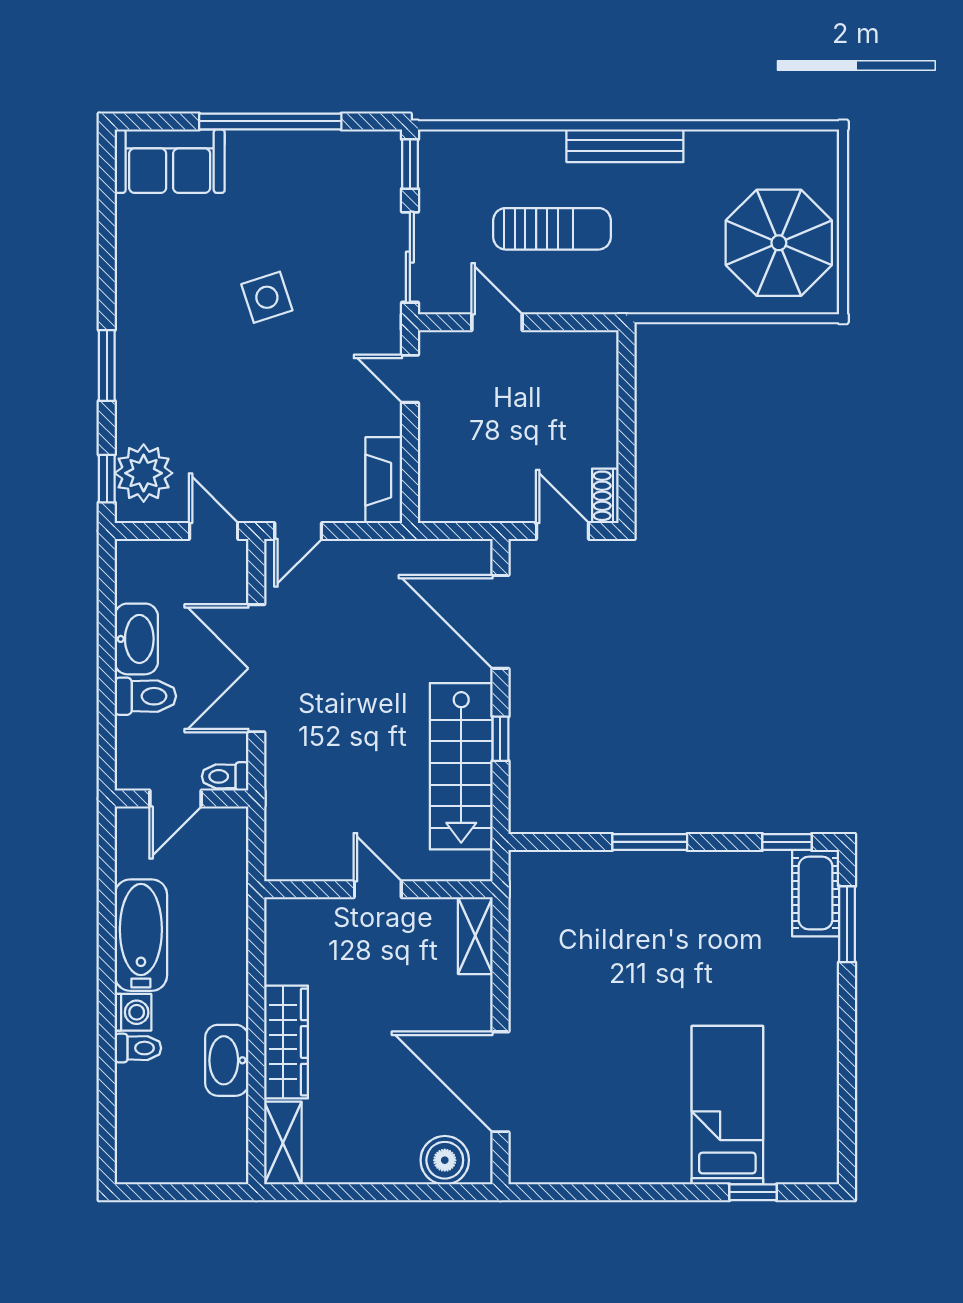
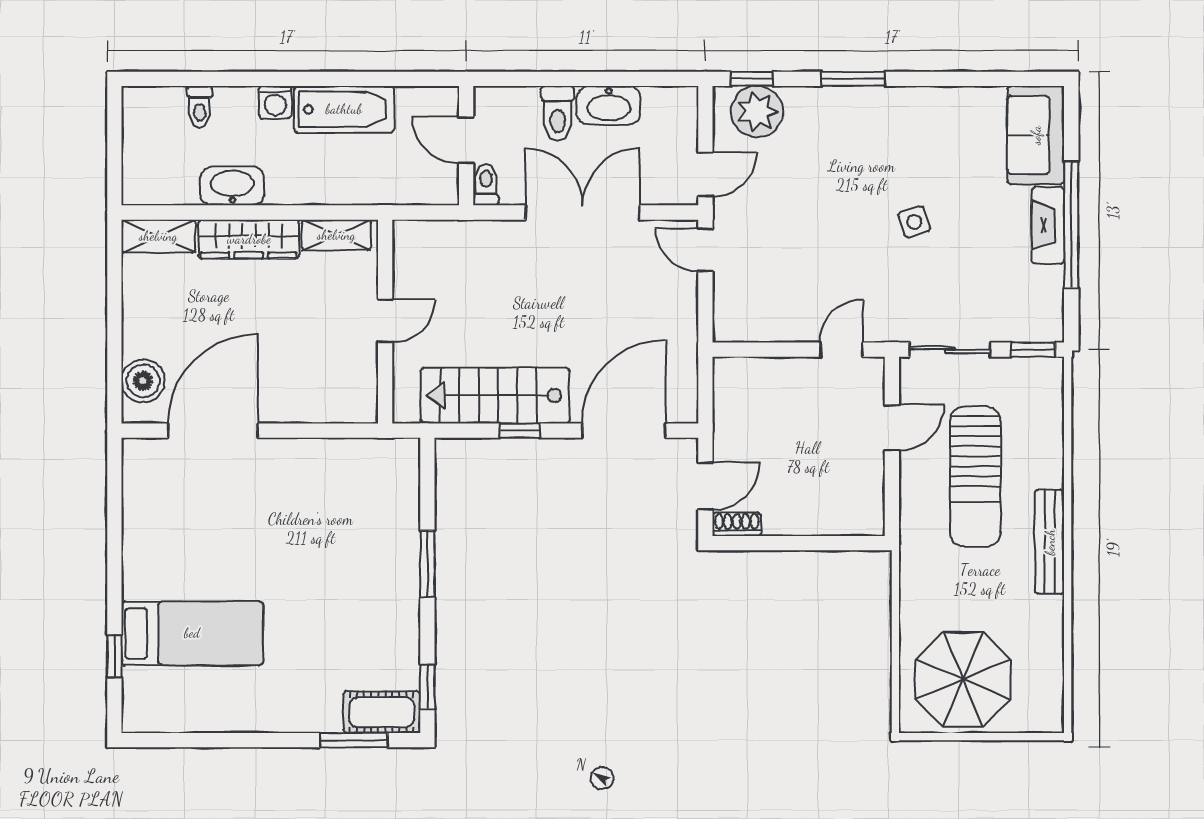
sun lounger: (552, 229) -> (975, 477), width x1.36, depth x1.34
side table: (267, 297) -> (914, 222), width x0.73, depth x0.73
fireplace: (384, 480) -> (1048, 225), moved, turned -90
shelving: (475, 936) -> (336, 235), moved
toilet: (138, 1048) -> (200, 107), moved

